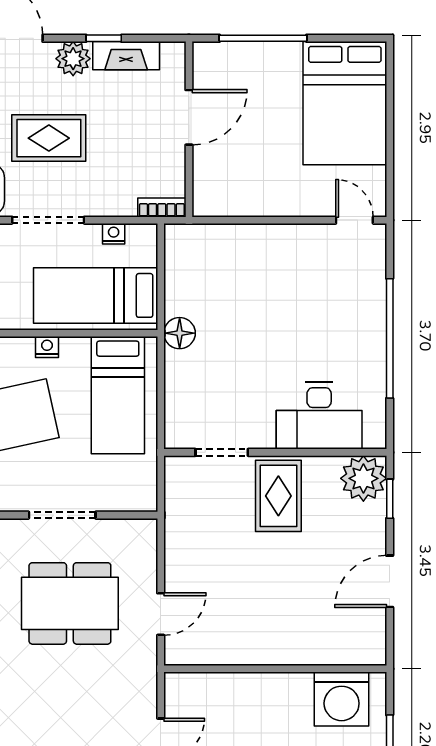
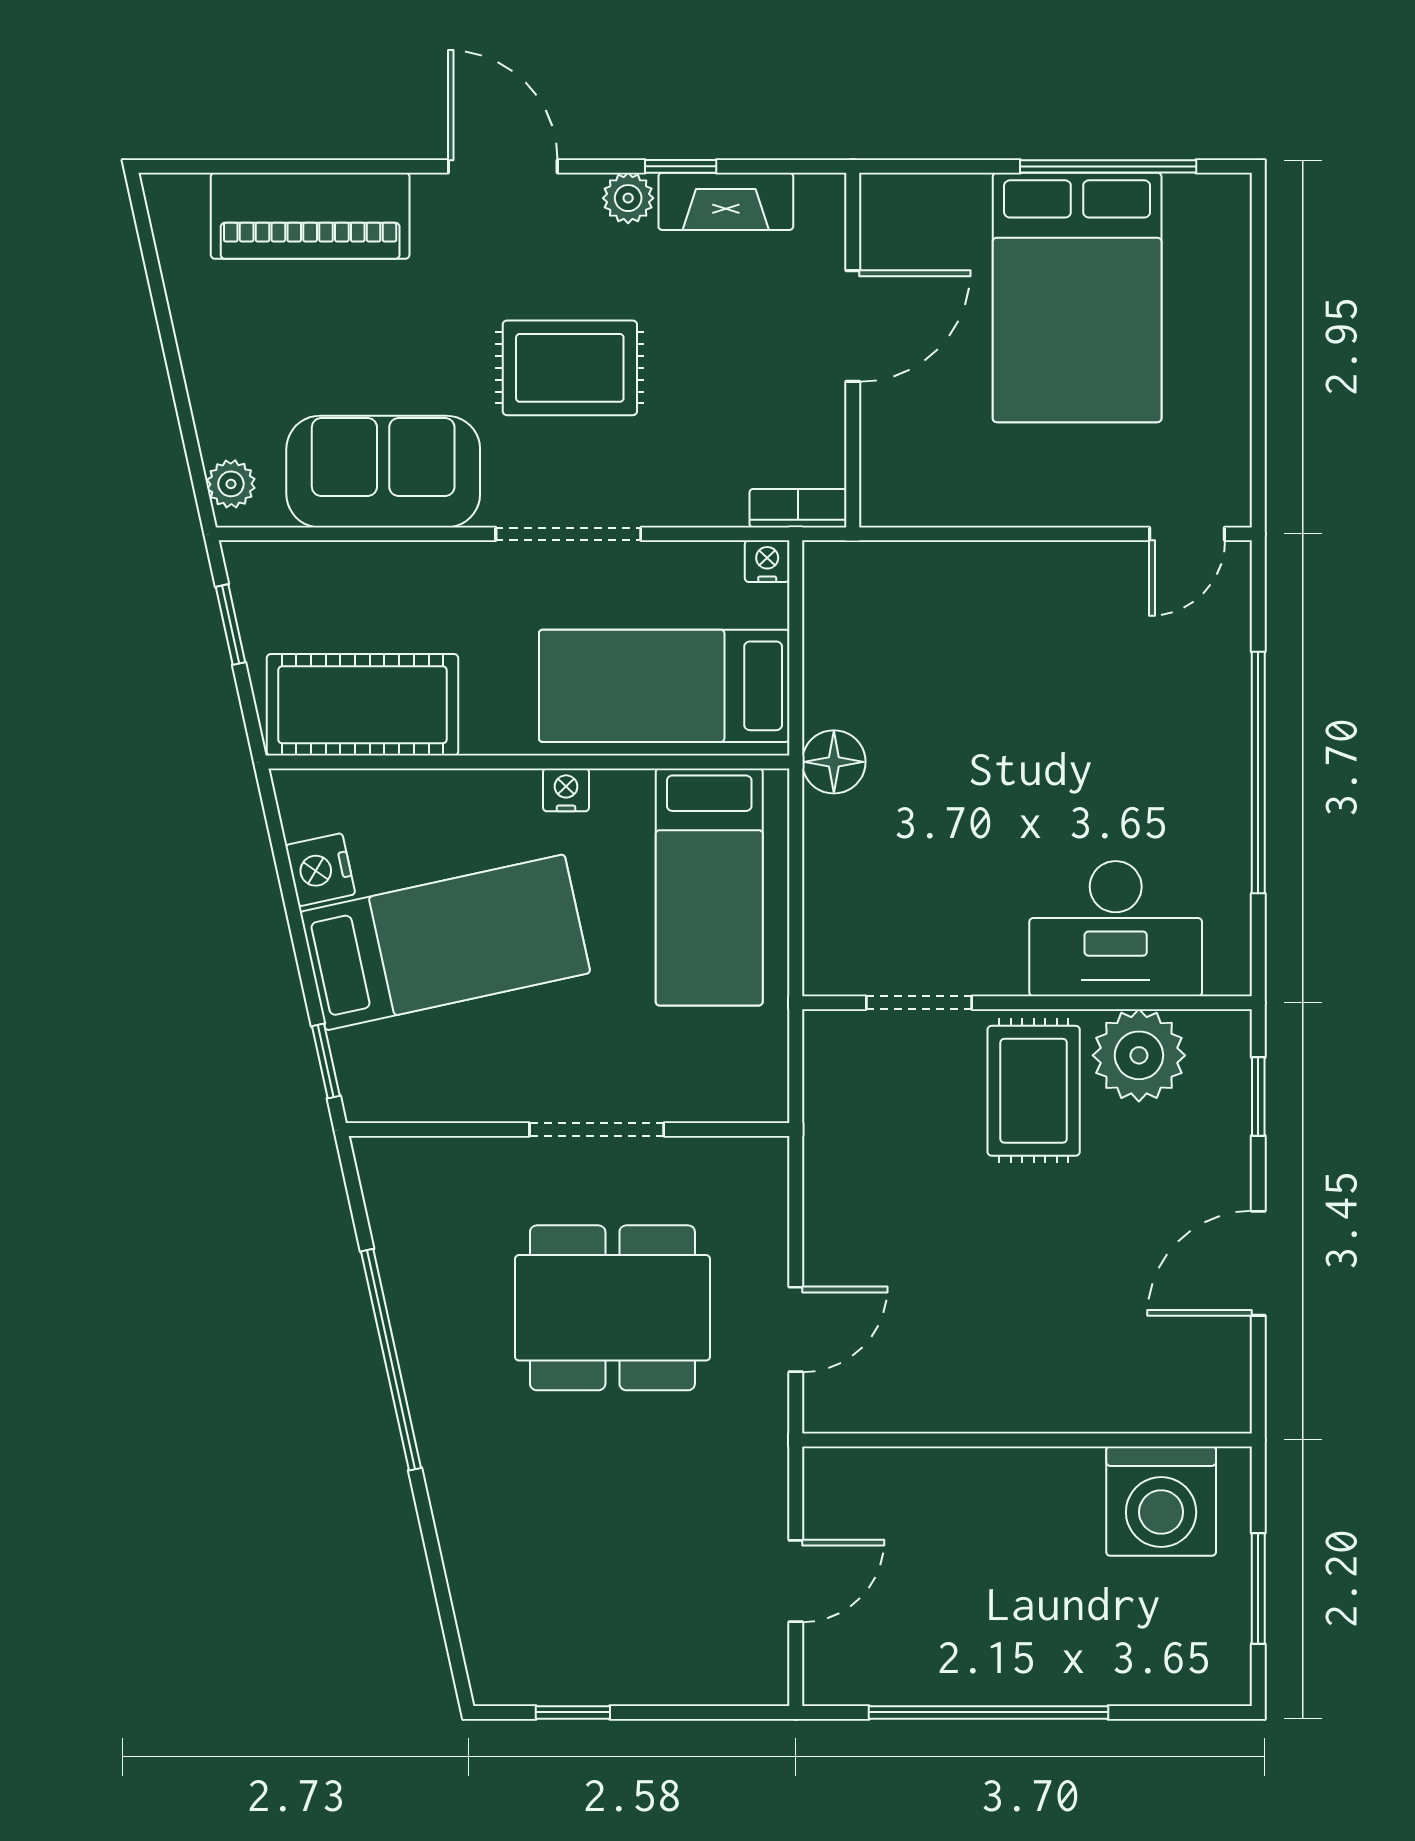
window: (263, 38) -> (1108, 166), moved
plant: (73, 59) -> (628, 198), width x0.73, depth x0.73
bed: (345, 103) -> (1077, 297), moved
door: (354, 220) -> (1187, 534), swing flipped
nightstand: (114, 234) -> (767, 561), moved
plant: (363, 478) -> (1139, 1055), moved

